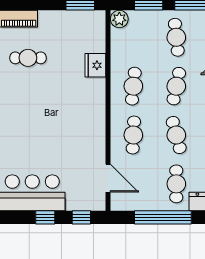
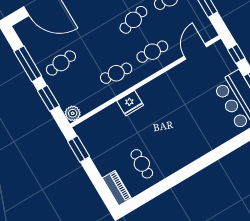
fridge: (95, 65) -> (130, 103), moved
cafe table: (176, 86) -> (97, 41), removed

